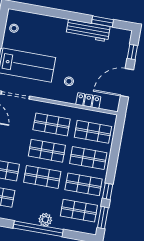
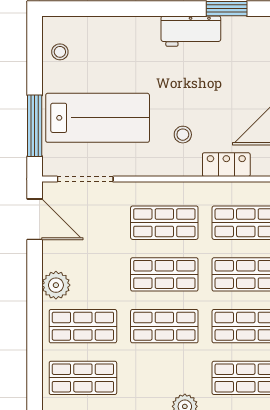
workbench: (88, 31) -> (191, 31), width x0.73

